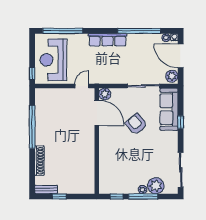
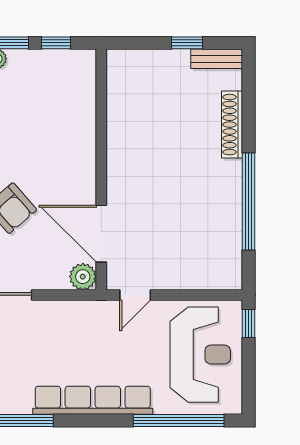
row of seats: (107, 40) -> (93, 400), width x1.36

